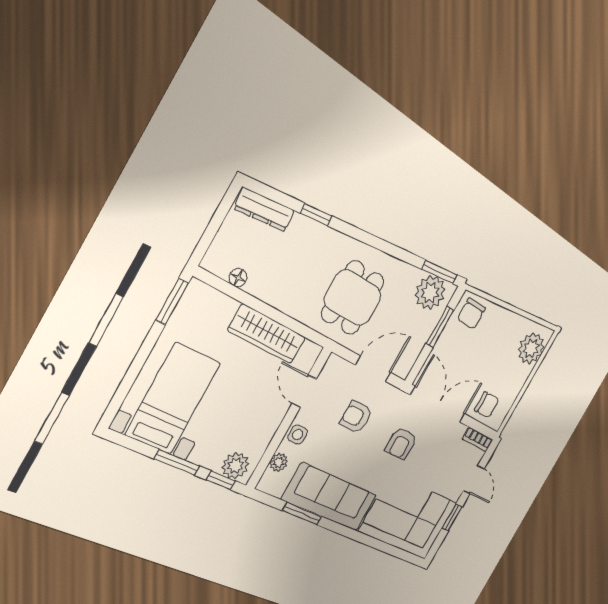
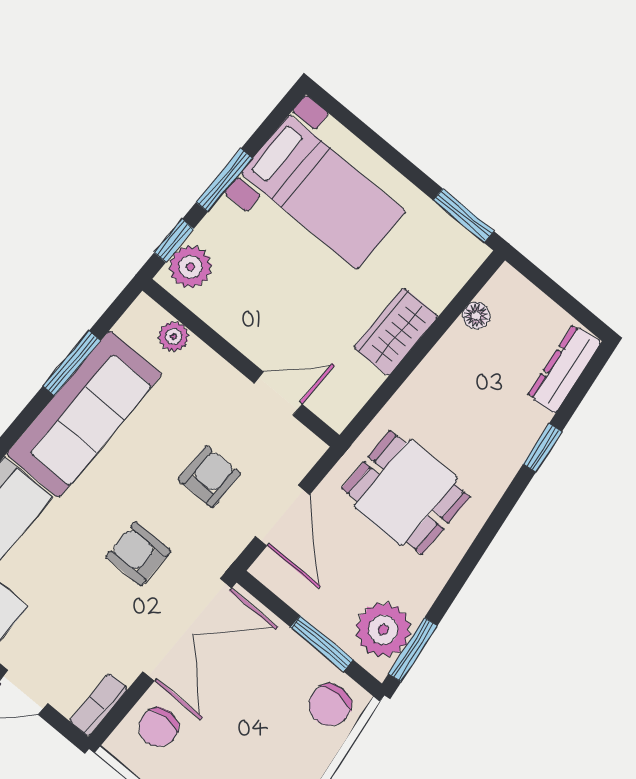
chair: (471, 314) -> (330, 705), turned -90
wardrobe: (267, 334) -> (396, 332), width x0.67
side table: (298, 435) -> (210, 373), removed

